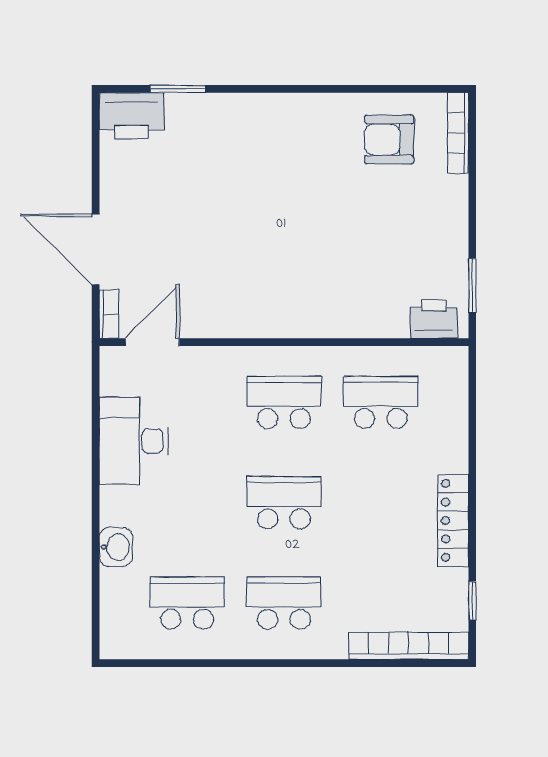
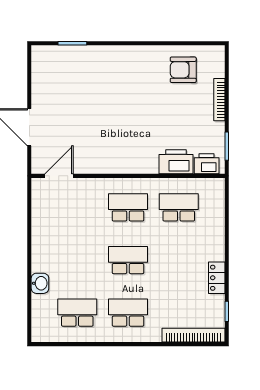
printer: (132, 116) -> (176, 162), moved, turned 180
bookcase: (458, 133) -> (219, 100), moved
bookcase: (109, 314) -> (36, 161), removed
desk: (134, 441) -> (49, 228), removed
locker: (453, 520) -> (217, 278), width x0.66

